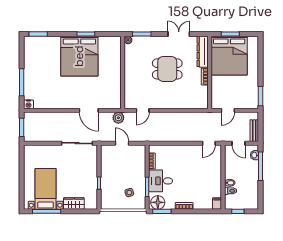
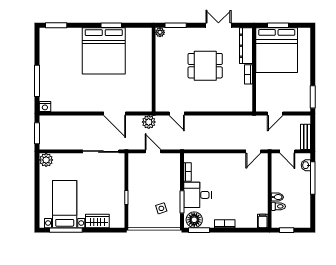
door: (143, 110) -> (177, 114), hinge flipped
plant: (30, 151) -> (46, 160), added

